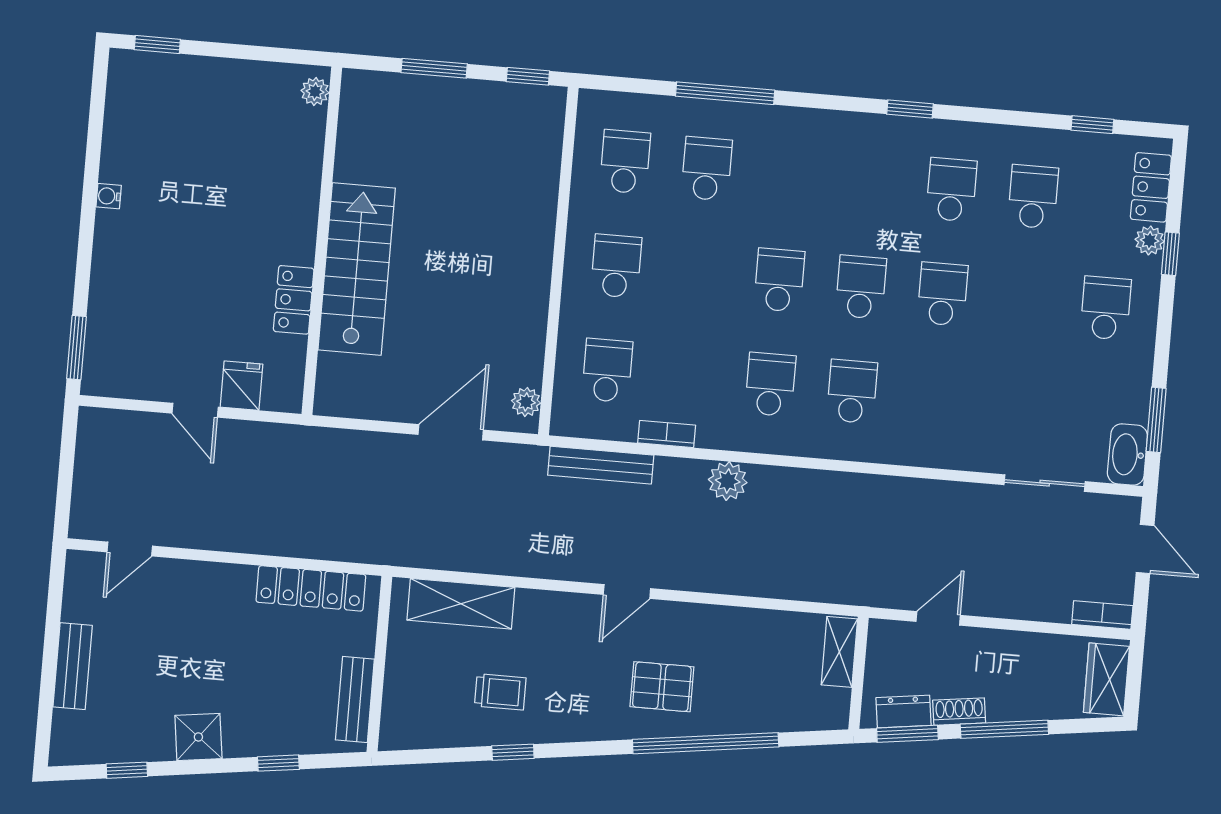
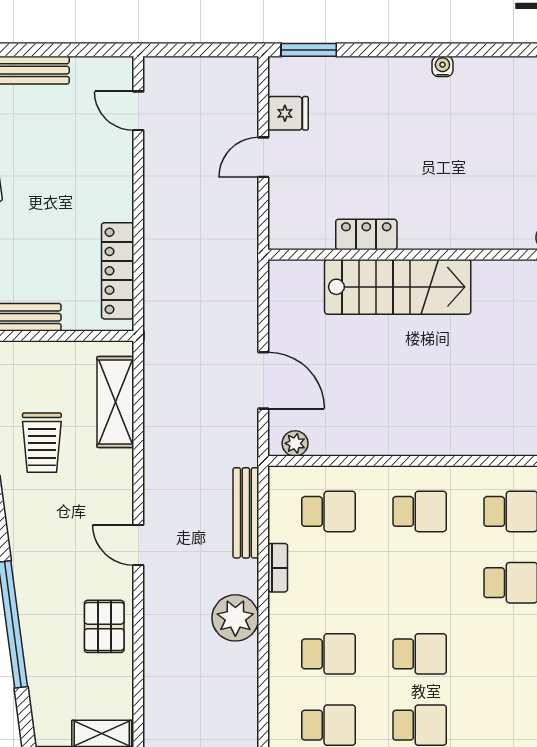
fridge: (242, 386) -> (288, 113), moved
plant: (728, 481) -> (235, 618), width x1.36, depth x1.36
pallet: (662, 687) -> (104, 626), moved
trolley: (500, 692) -> (42, 443), width x1.36, depth x1.39

